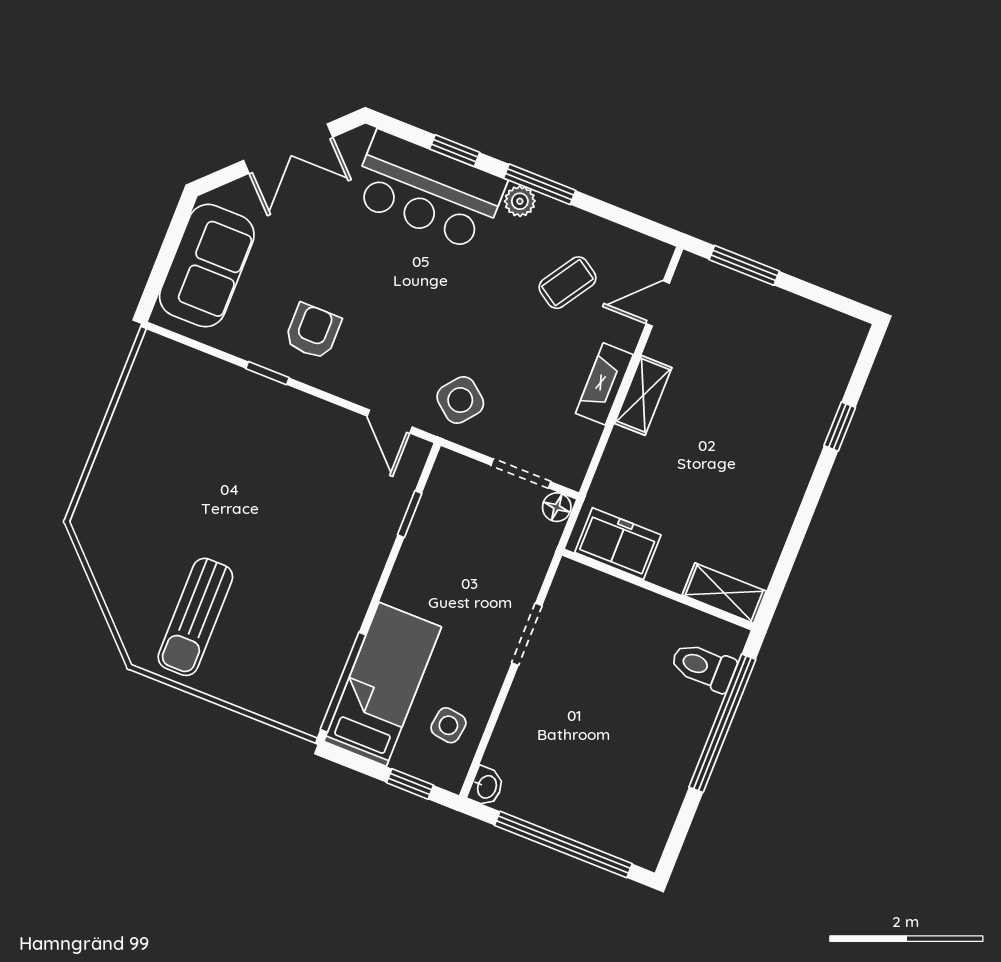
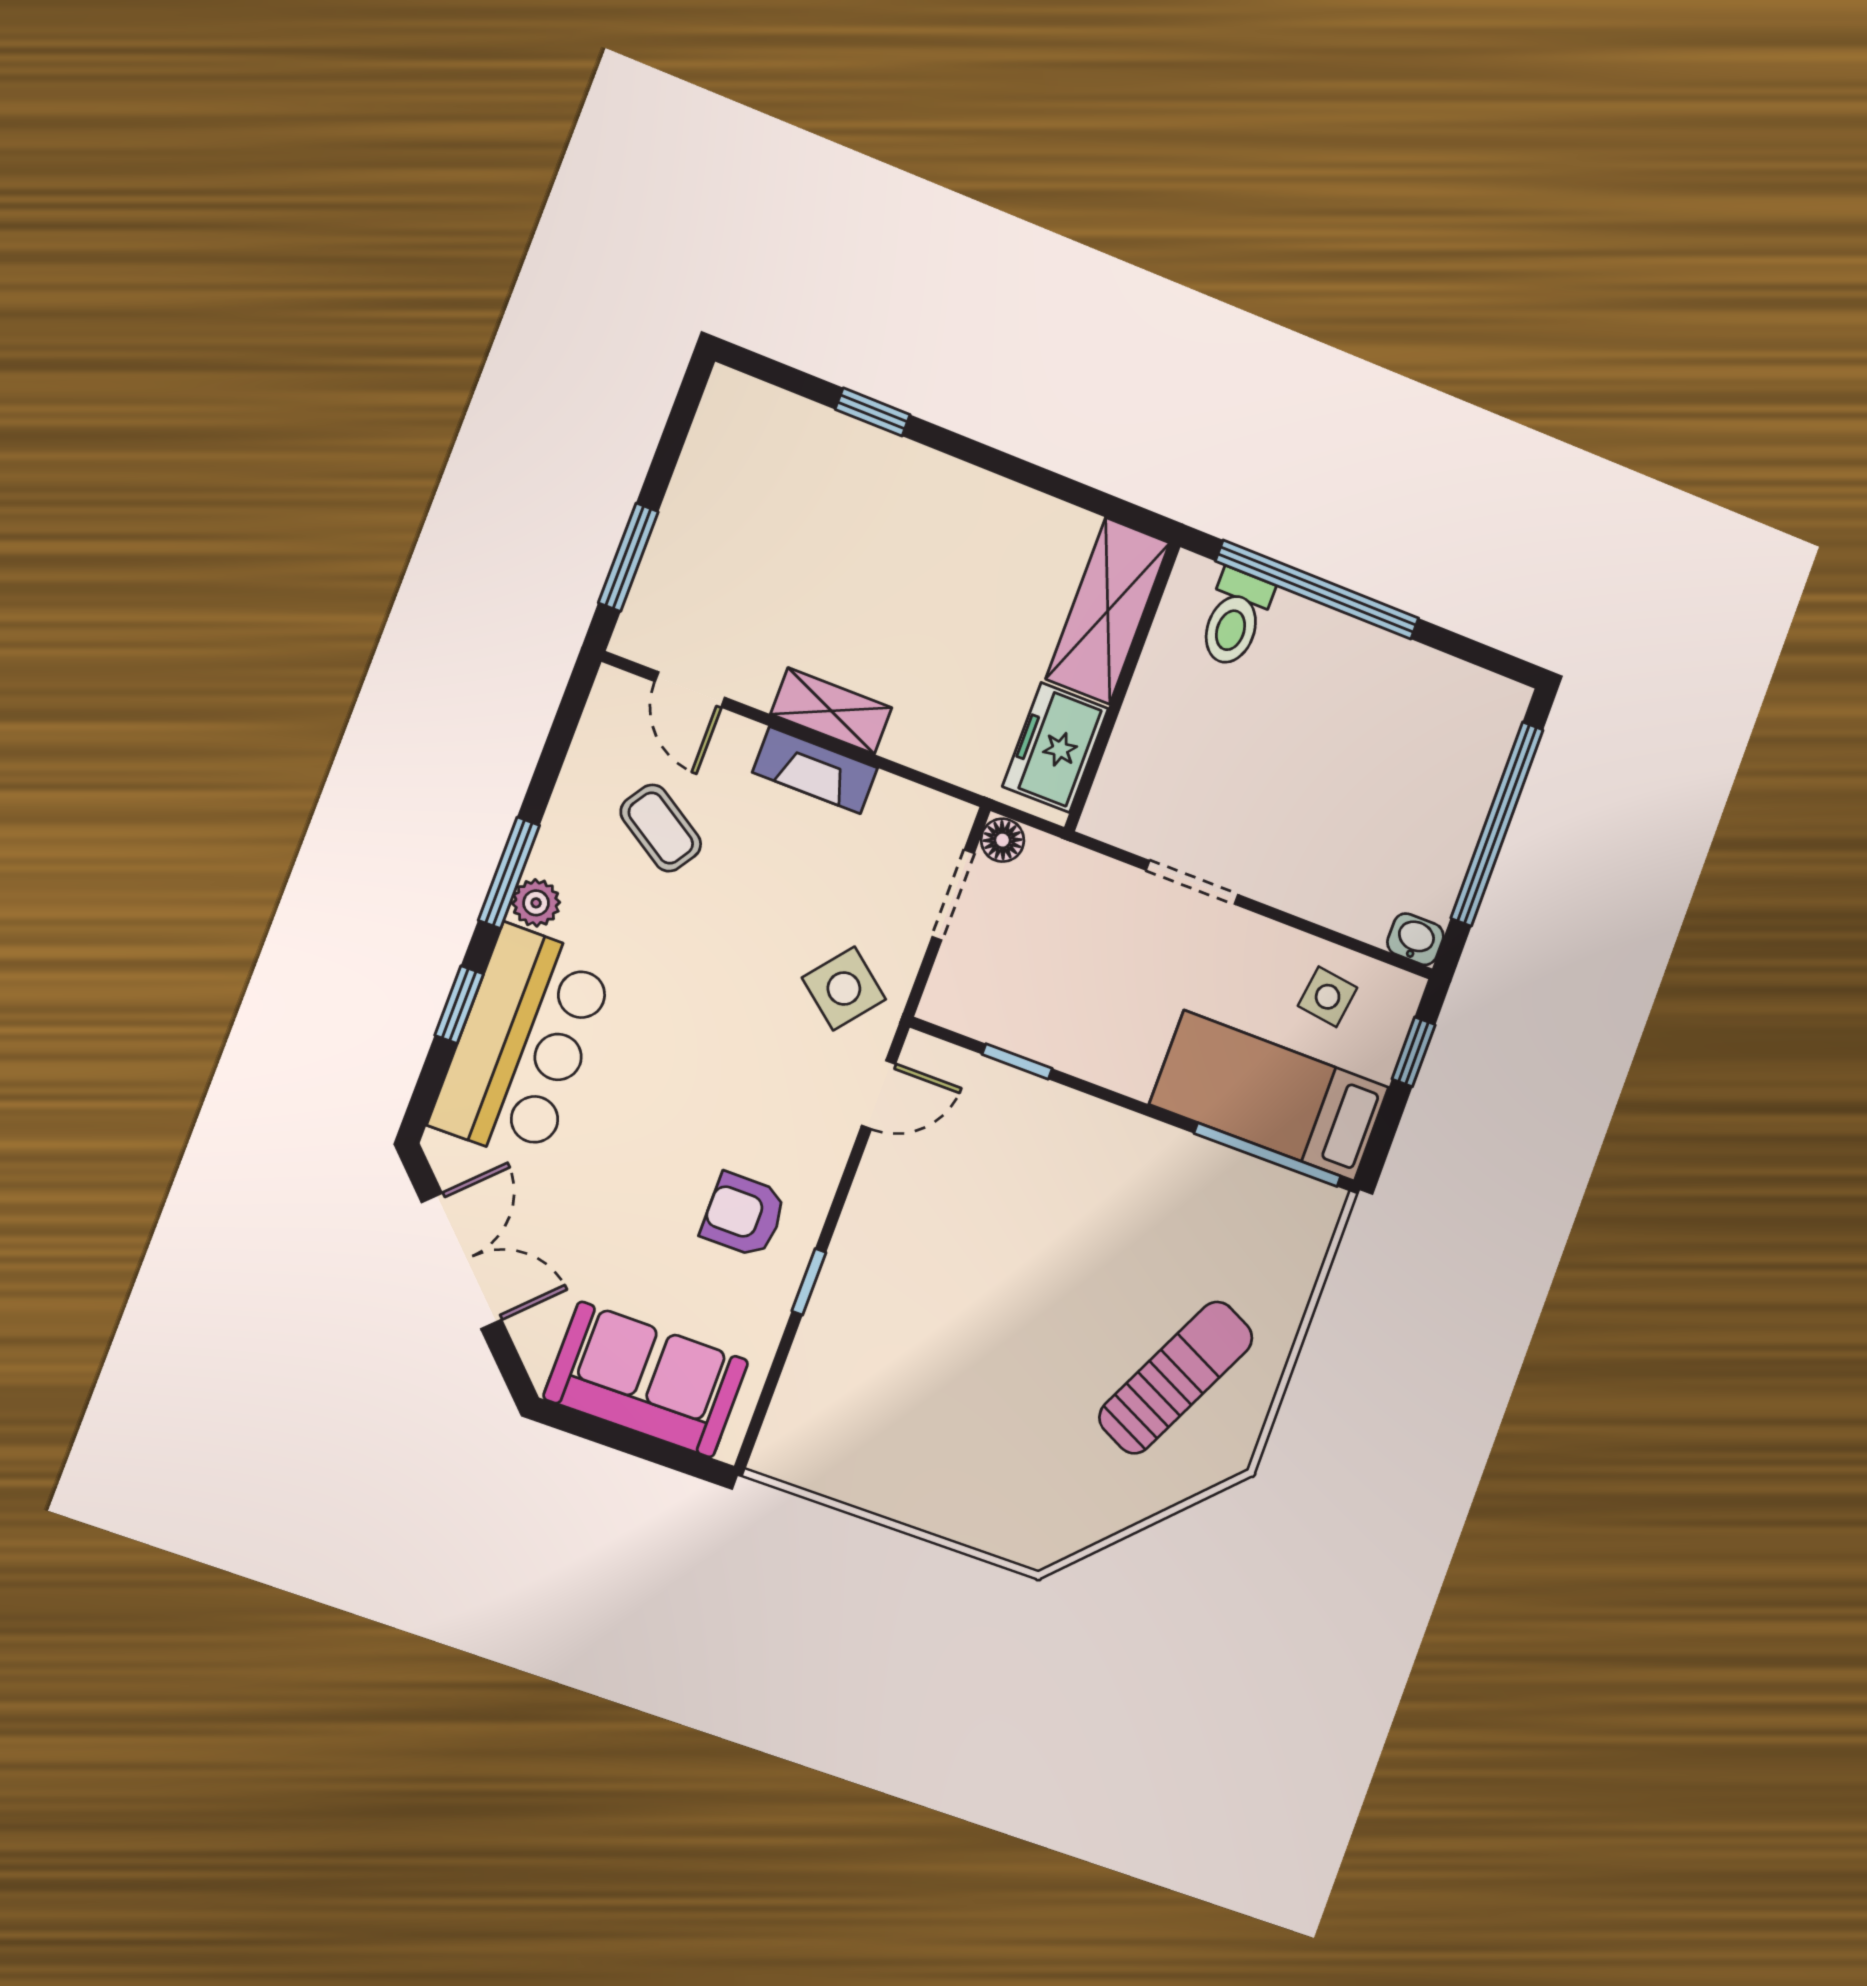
shelving: (724, 593) -> (1108, 611), width x1.50, depth x1.33
sun lounger: (195, 617) -> (1176, 1378), turned -64

